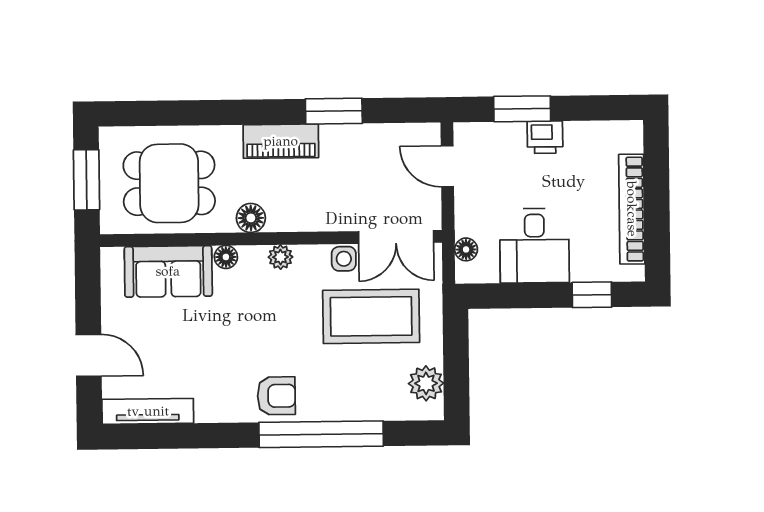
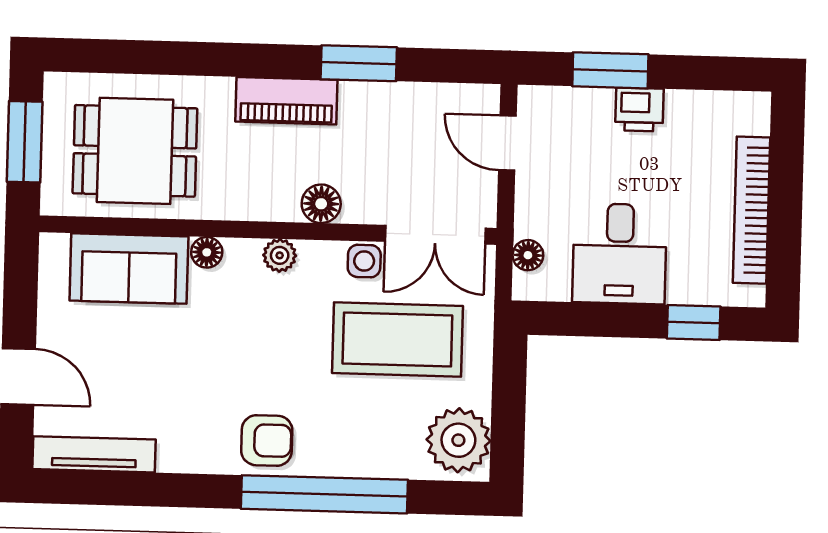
floor lamp: (251, 218) -> (321, 204), moved
plant: (426, 383) -> (458, 440), width x1.36, depth x1.36

